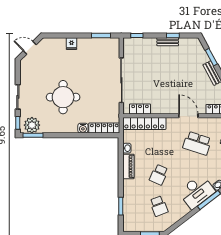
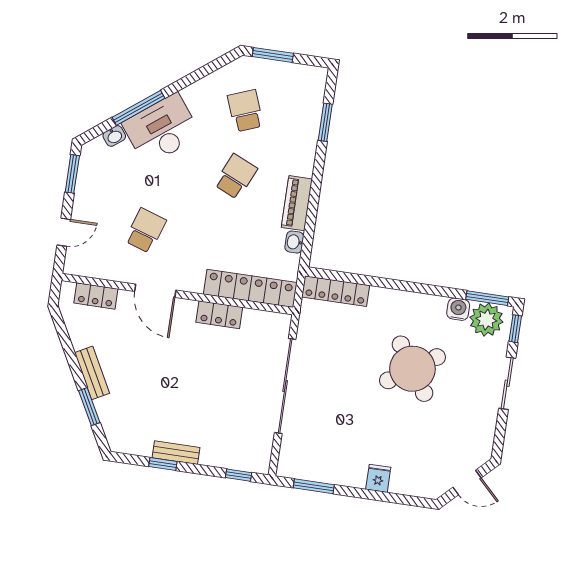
round table: (63, 97) -> (412, 369), turned -34
locker: (140, 109) -> (219, 315), moved
water cooler: (83, 128) -> (458, 309), moved
school desk: (197, 143) -> (146, 231), width x0.54

